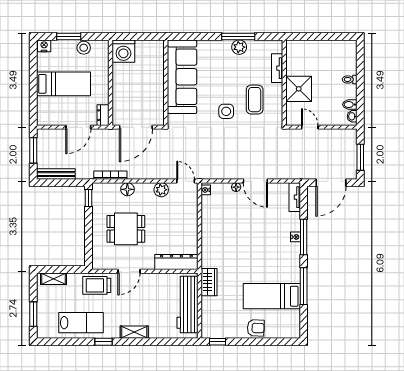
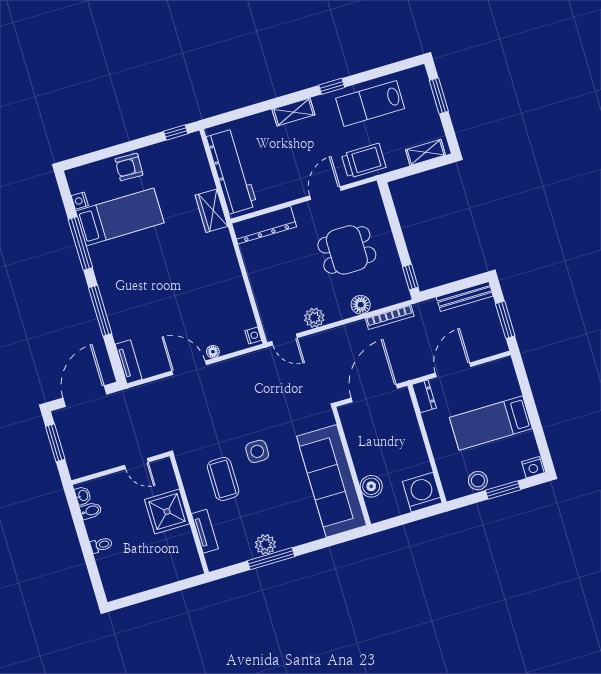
boiler: (157, 65) -> (371, 486), added
nightstand: (296, 237) -> (80, 201), moved

